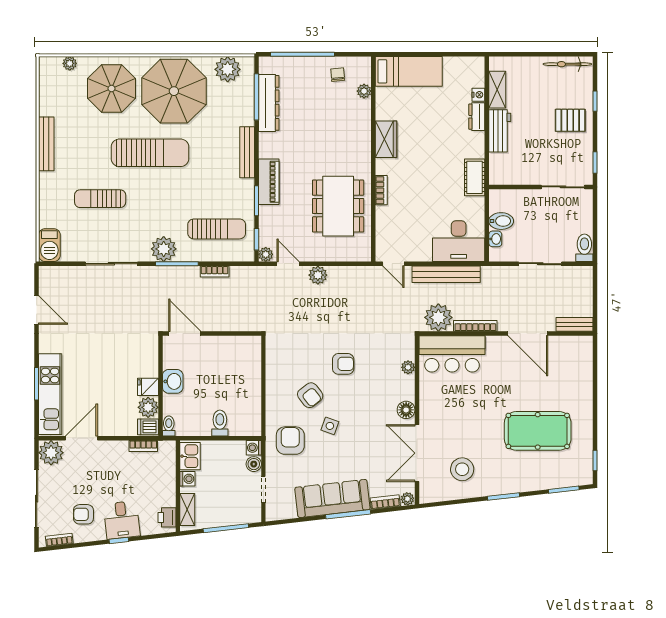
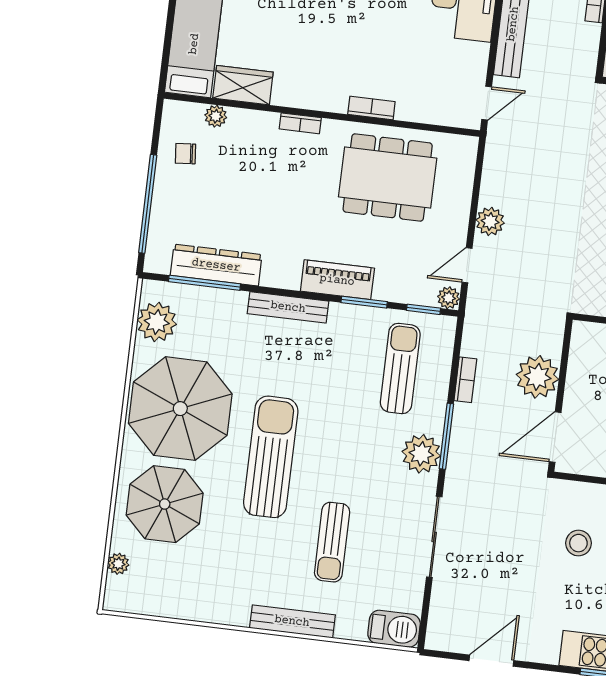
wardrobe: (386, 139) -> (243, 85), moved
bench: (46, 144) -> (292, 621), moved
bookcase: (366, 146) -> (300, 123), added
plant: (438, 317) -> (537, 377), moved
stool: (119, 357) -> (578, 543), added

